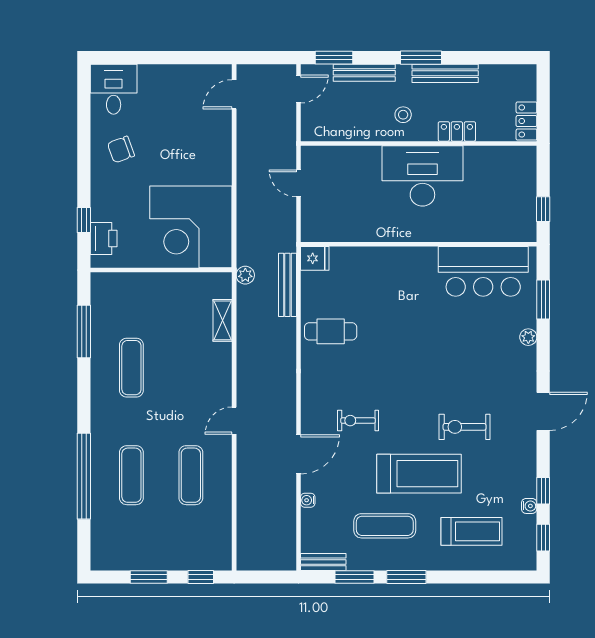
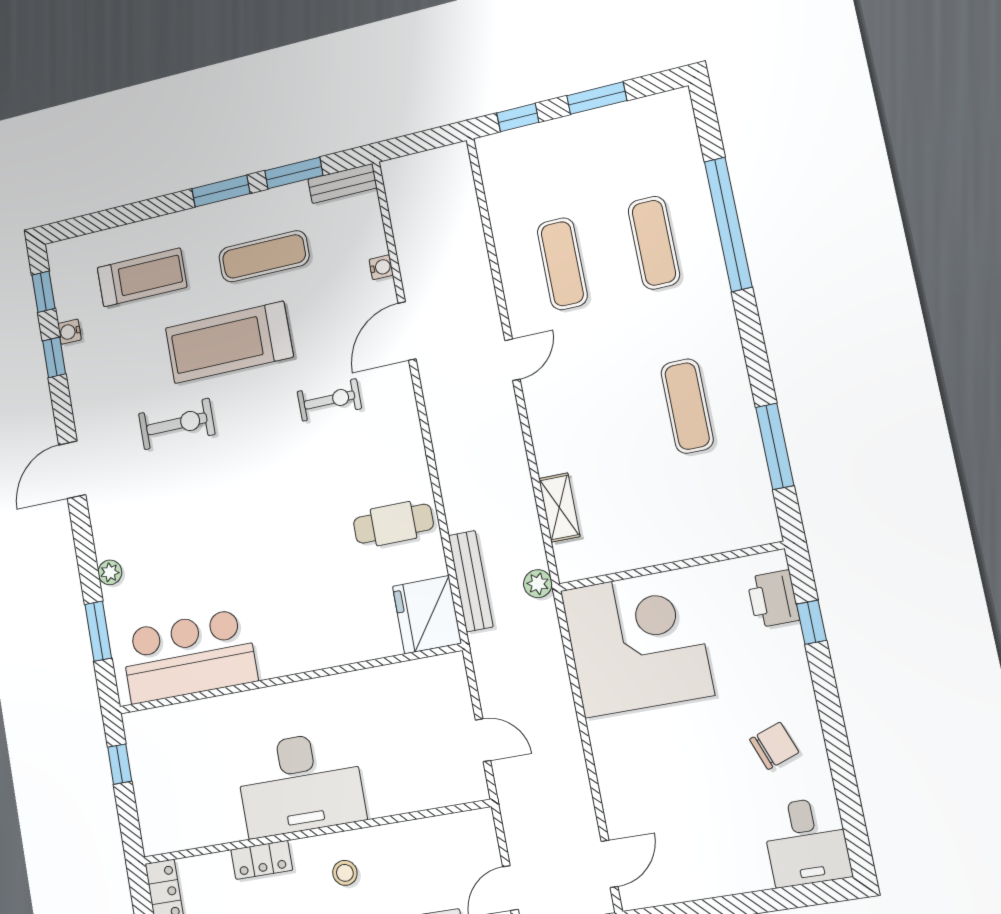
fridge: (315, 258) -> (427, 615), width x1.88, depth x1.34
treadmill: (471, 531) -> (142, 277), turned 180

